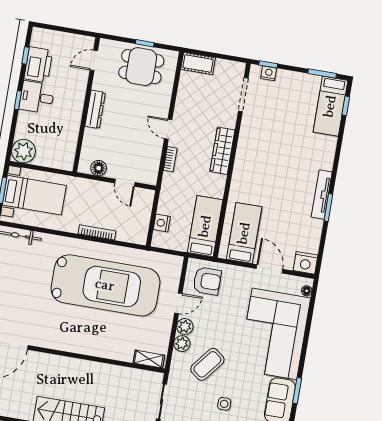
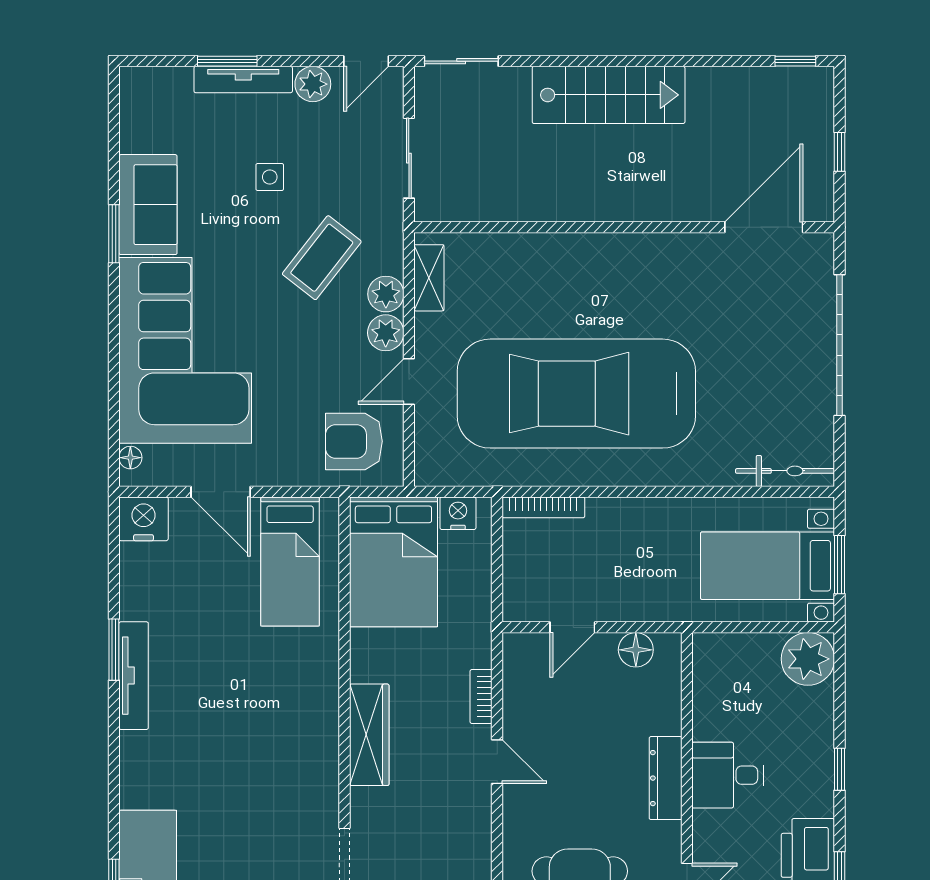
desk: (37, 97) -> (728, 775), moved, turned 180
door: (125, 183) -> (572, 627), swing flipped
nightstand: (162, 223) -> (458, 513), moved, turned -90
bed: (205, 226) -> (393, 562), width x1.50
bookcase: (97, 232) -> (543, 507), moved
shelving: (149, 359) -> (429, 278), moved, turned 90

